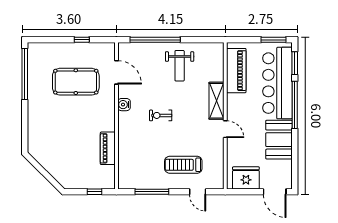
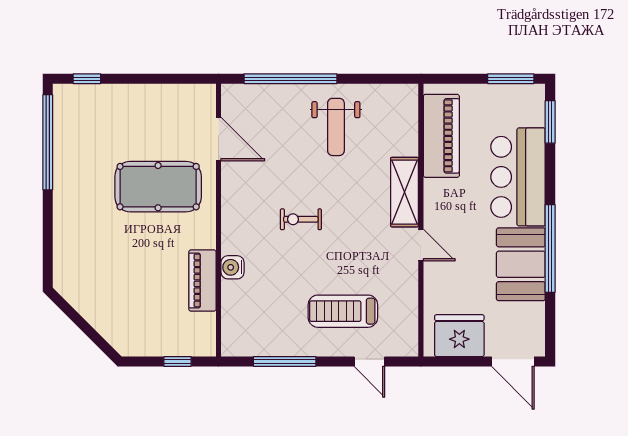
window: (82, 40) -> (87, 79), moved
pool table: (76, 82) -> (158, 187), moved
bar counter: (277, 83) -> (518, 177), width x0.73
water cooler: (124, 105) -> (233, 267), moved
window: (295, 105) -> (550, 248), moved

